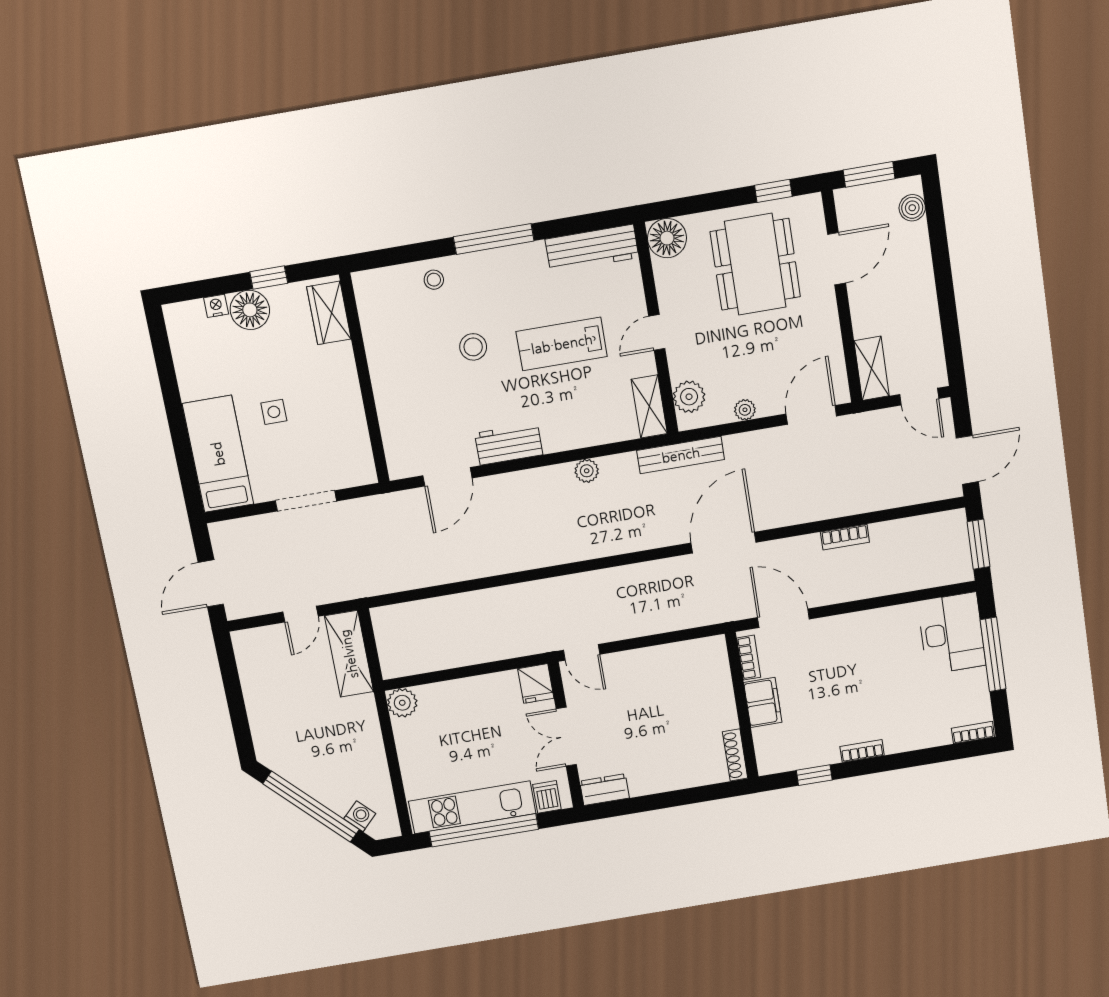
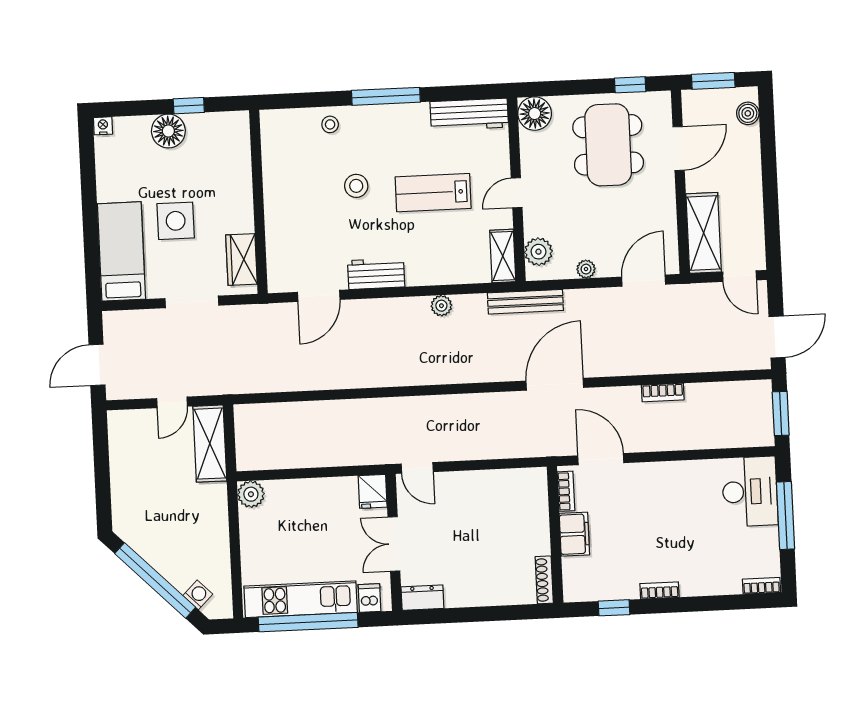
nightstand: (216, 306) -> (103, 126), moved
wardrobe: (329, 313) -> (241, 260), moved
shelving: (872, 368) -> (704, 233), width x1.50, depth x1.33
side table: (274, 412) -> (176, 221), width x1.87, depth x1.87

